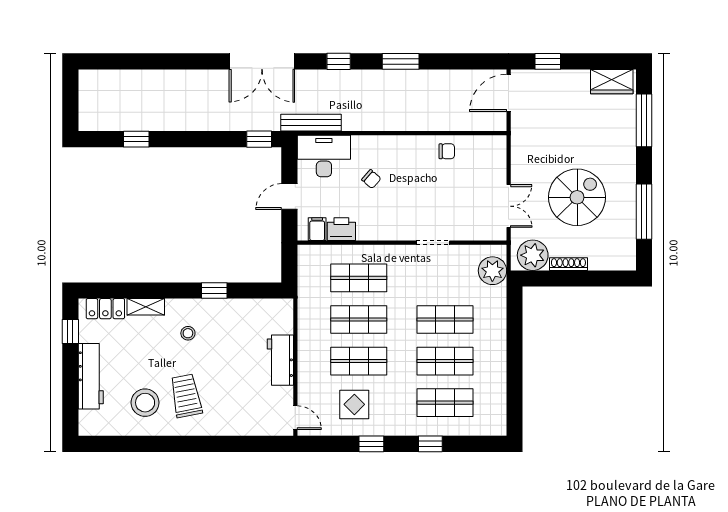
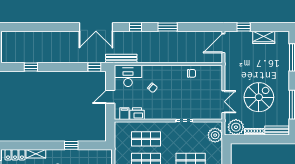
wardrobe: (612, 82) -> (264, 37), moved
bench: (612, 262) -> (277, 130), added

